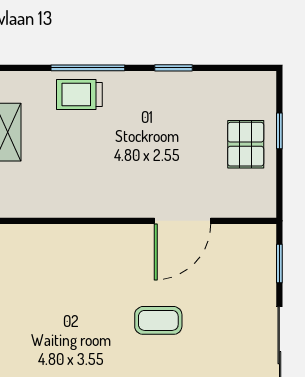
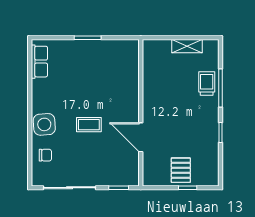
pallet: (246, 144) -> (181, 170), turned 90
coffee table: (158, 320) -> (89, 125), turned 90

